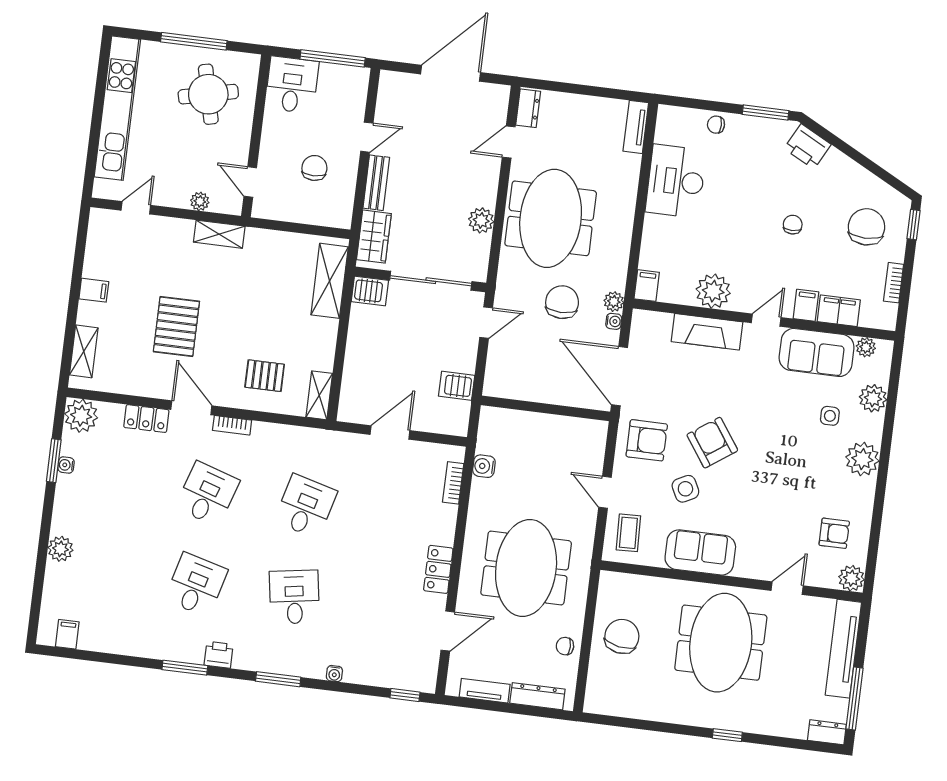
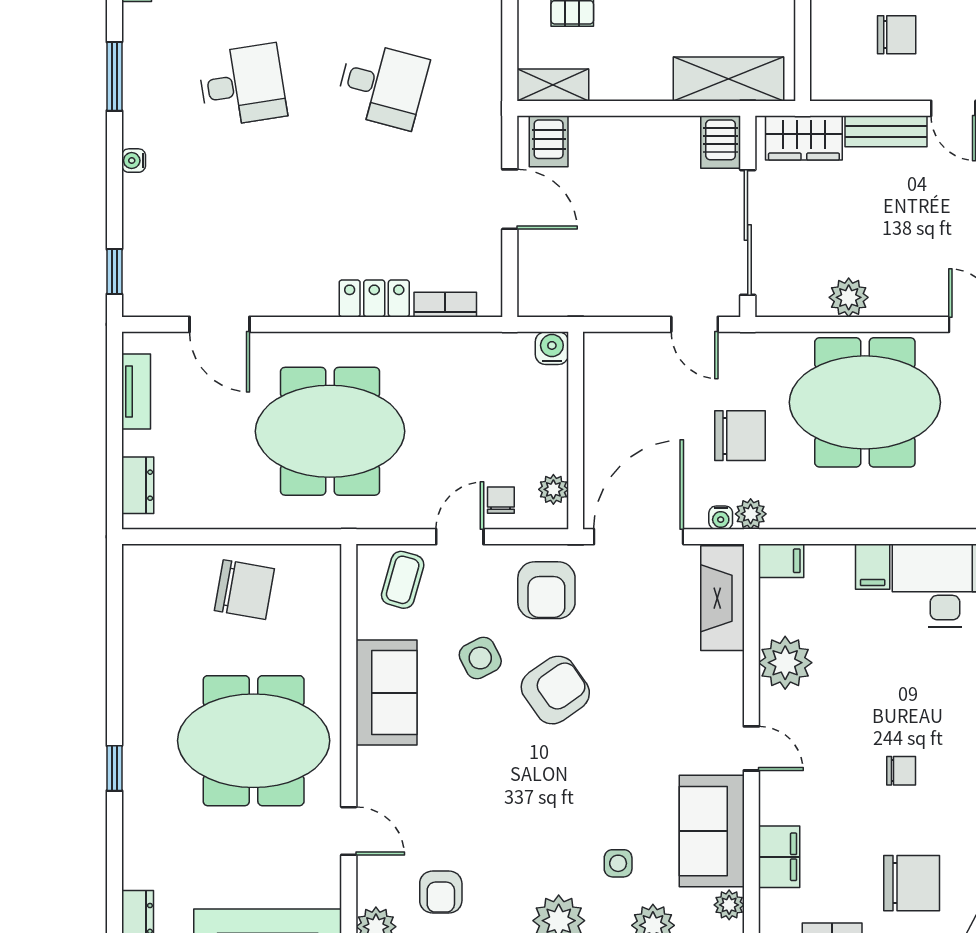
filing cabinet: (806, 305) -> (873, 567), moved, turned 90
fireplace: (707, 332) -> (722, 598), moved
server rack: (457, 386) -> (549, 141), moved, turned 180
plant: (582, 428) -> (553, 489), added
water cooler: (484, 466) -> (552, 348), moved
coffee table: (628, 533) -> (403, 580), turned -72
locker: (438, 569) -> (374, 298), moved
chair: (565, 646) -> (501, 500), moved
dresser: (537, 696) -> (138, 485), width x0.70

